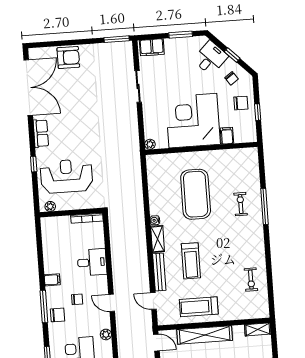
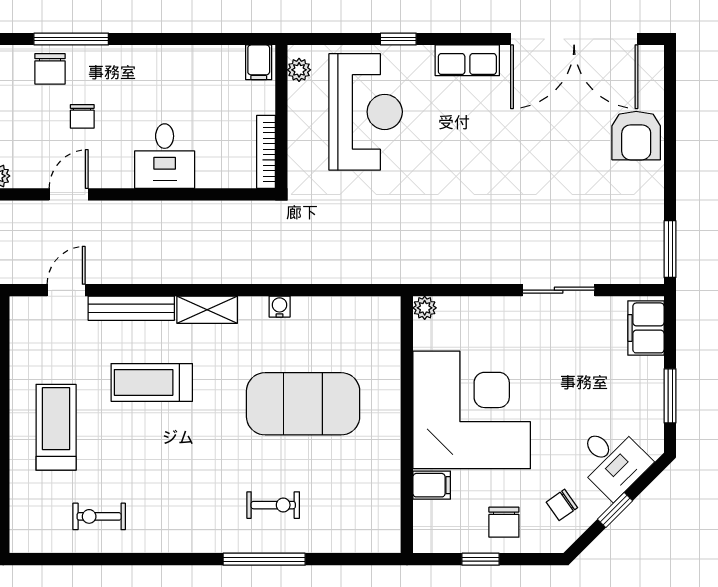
water cooler: (155, 220) -> (280, 307), moved
filing cabinet: (52, 280) -> (259, 62), moved
treadmill: (199, 307) -> (56, 427), moved

